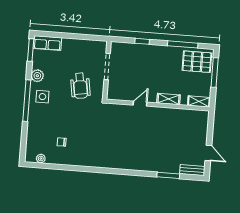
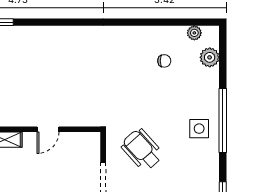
plant: (37, 76) -> (210, 57), moved
wheelchair: (80, 86) -> (142, 150), turned -33

